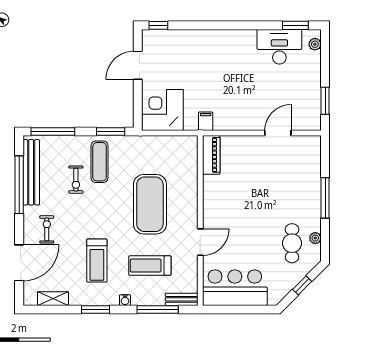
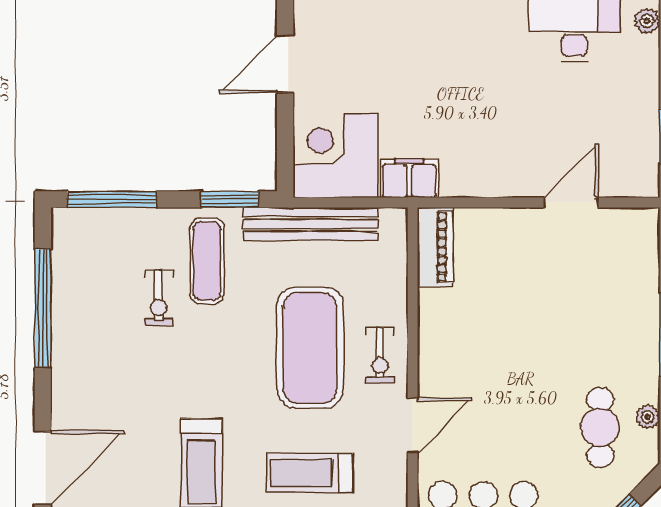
filing cabinet: (206, 121) -> (409, 178), width x2.00
bench: (31, 172) -> (311, 224), moved, turned 90
exercise bike: (47, 229) -> (380, 356), moved, turned 180

